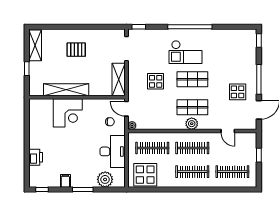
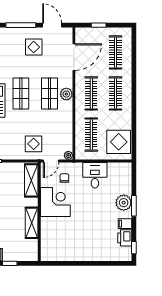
shelving: (119, 79) -> (31, 180), moved, turned 90
display table: (156, 81) -> (34, 144), moved
shelving: (66, 90) -> (32, 223), width x0.68
corner desk: (68, 113) -> (55, 202), moved
door: (228, 131) -> (74, 57), width x1.88
desk: (113, 151) -> (95, 175), width x0.73
printer: (36, 157) -> (125, 238), moved, turned -90
plant: (105, 179) -> (124, 203), moved

